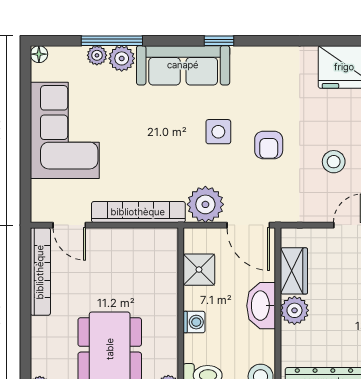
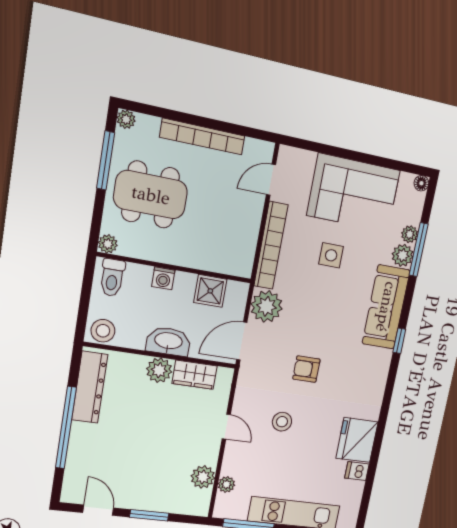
side table: (218, 132) -> (331, 255), moved
bookcase: (40, 272) -> (202, 137), moved

